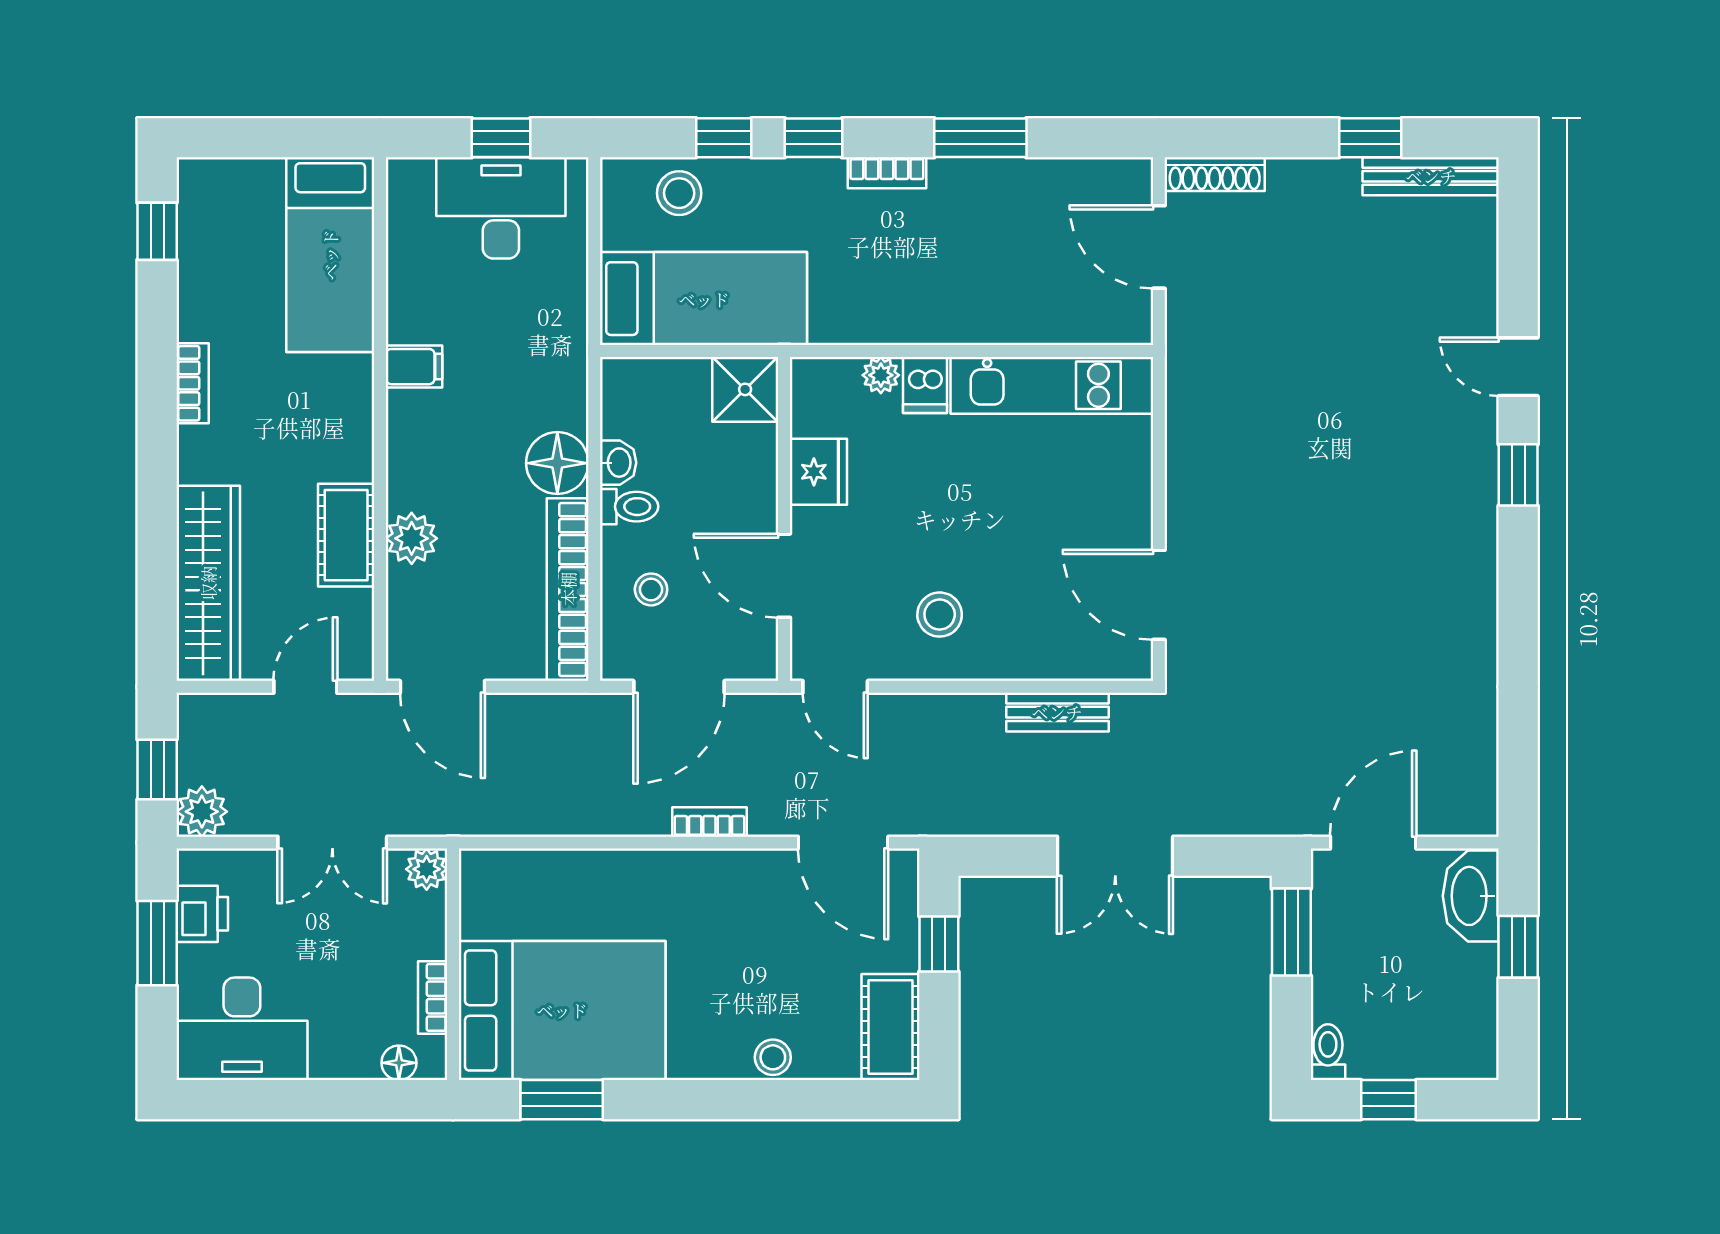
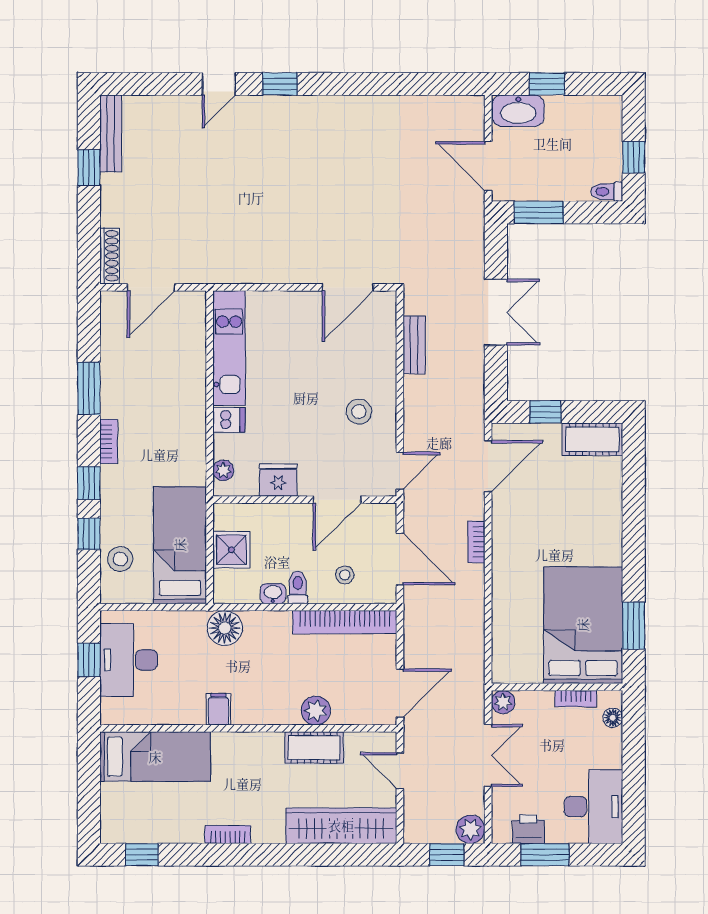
plant: (881, 375) -> (223, 470), moved
shower: (745, 389) -> (231, 550), moved
floor lamp: (557, 463) -> (225, 628), moved
stool: (773, 1057) -> (610, 506), removed

